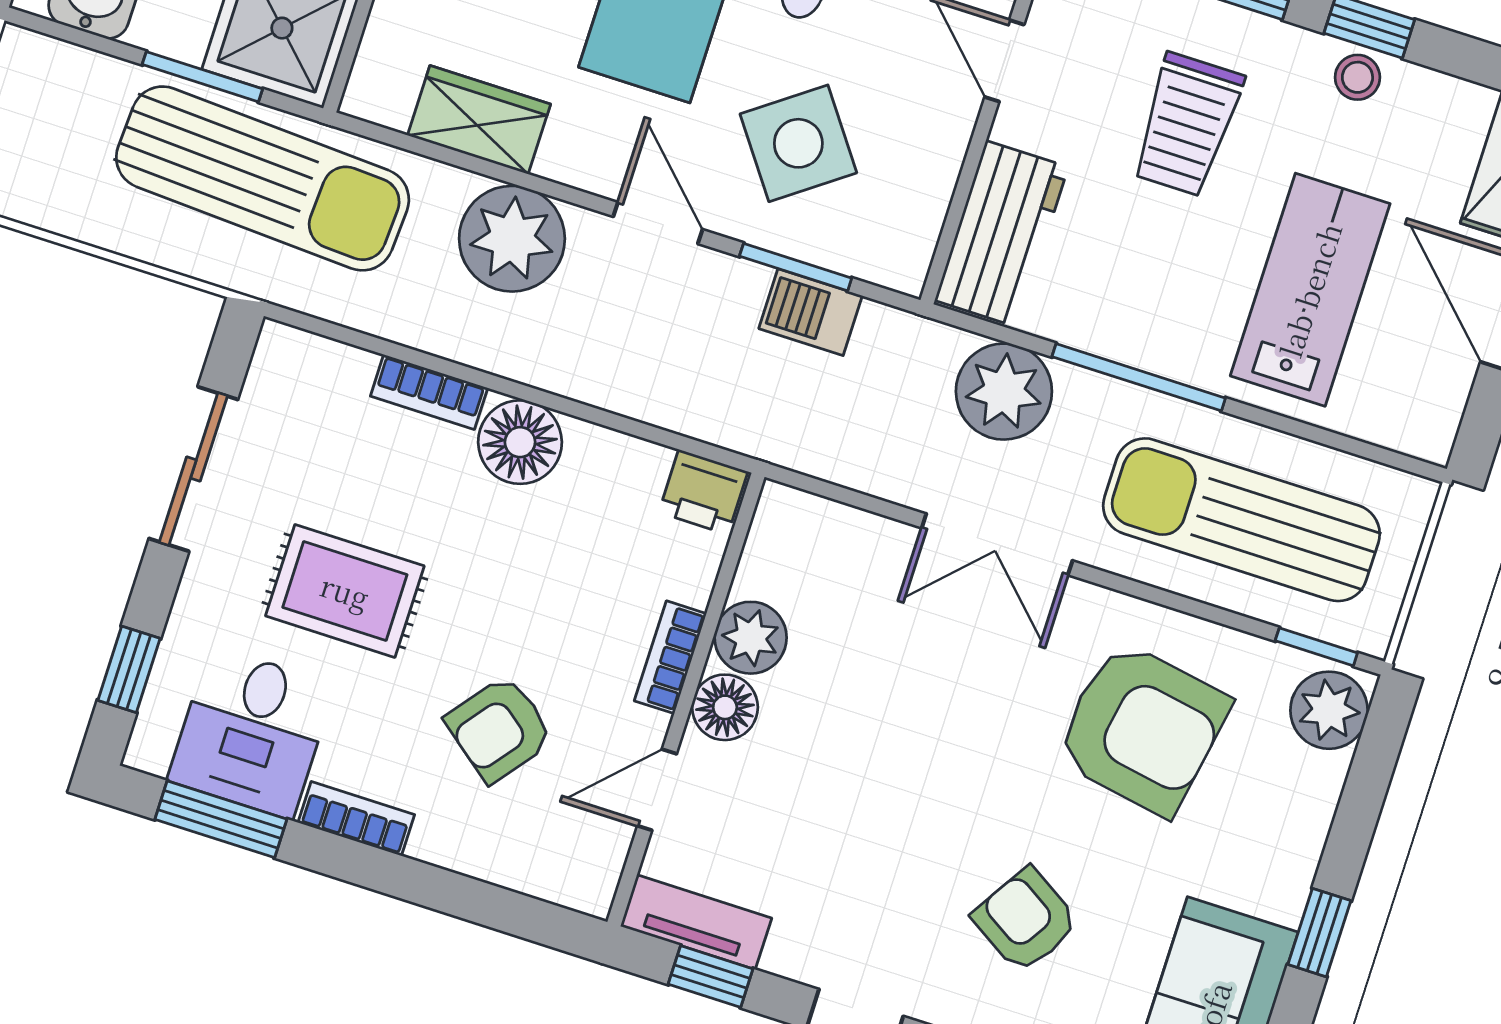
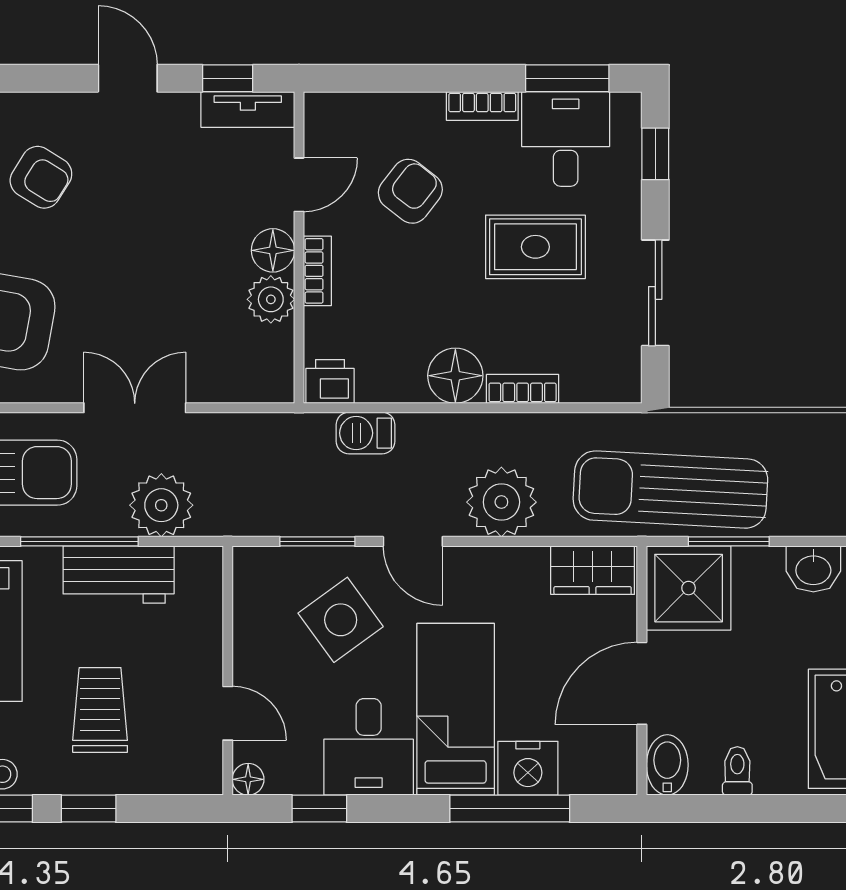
wardrobe: (479, 120) -> (593, 570), moved
workbench: (1002, 234) -> (119, 574), moved, turned -90
barbecue: (811, 312) -> (365, 433), moved, turned 180

